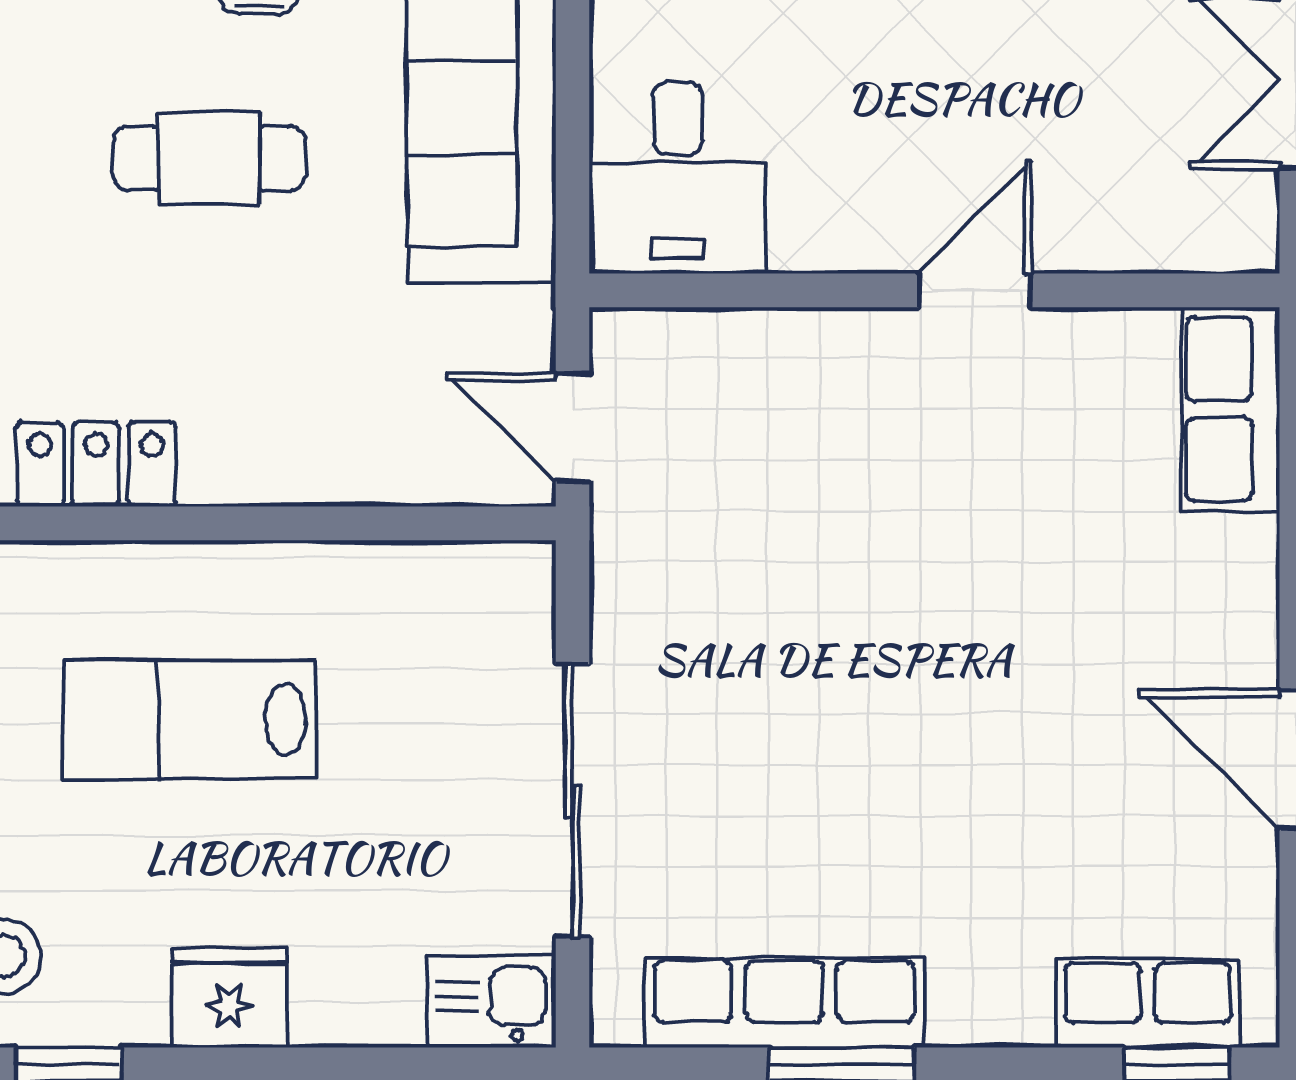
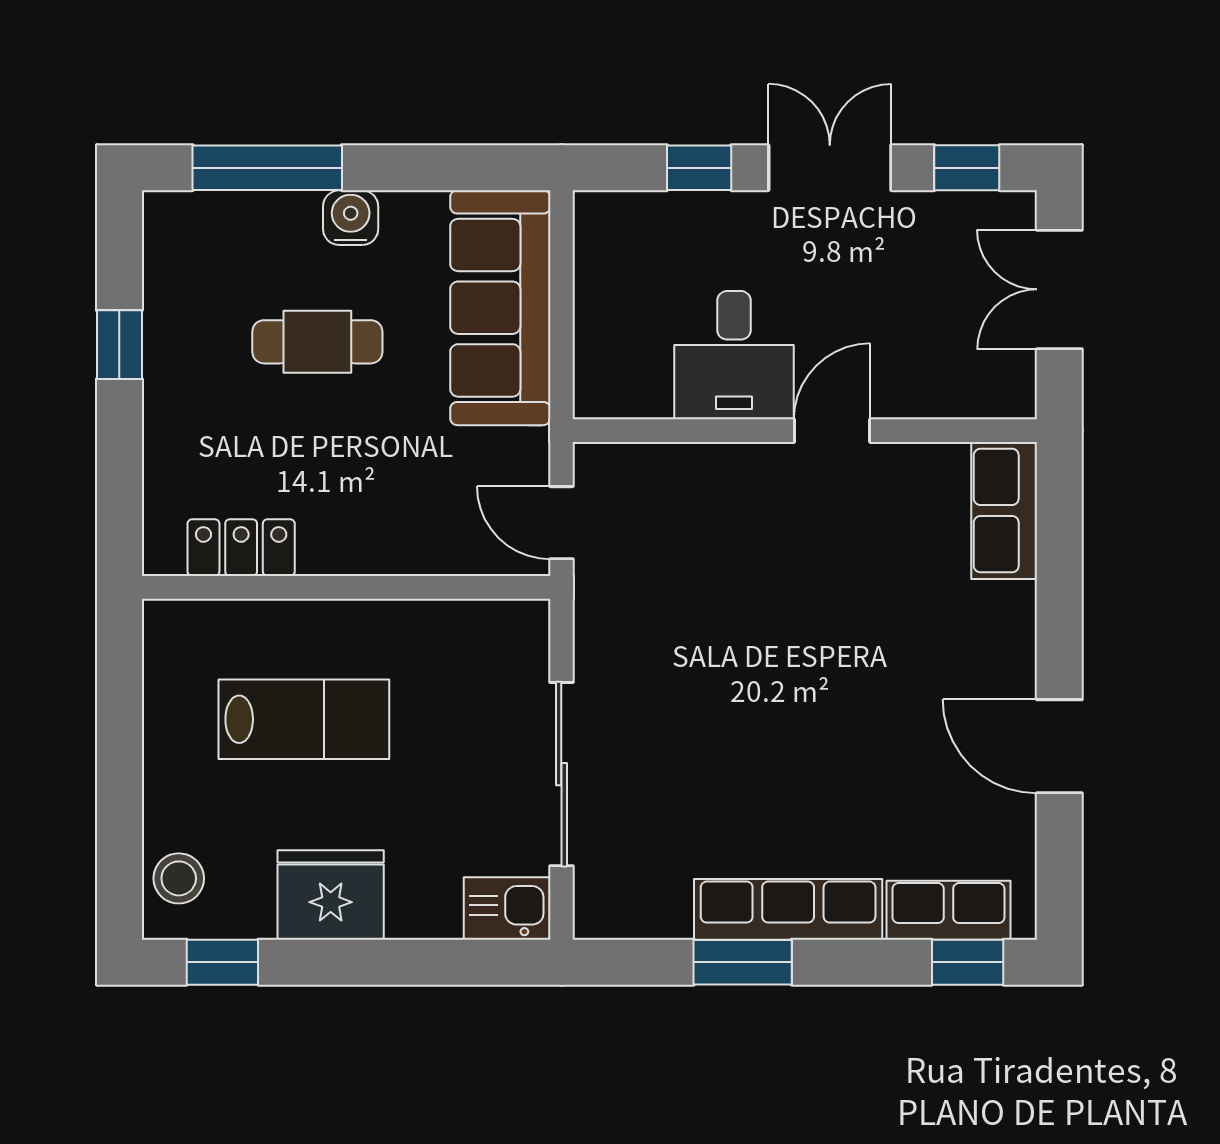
desk: (678, 178) -> (734, 355), moved
lab bench: (189, 720) -> (304, 719), turned 180
fridge: (229, 998) -> (331, 895), width x1.36, depth x1.34
row of seats: (784, 1002) -> (788, 909), moved

